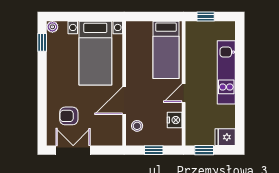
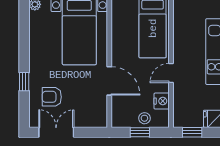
window: (42, 42) -> (24, 82), moved
door: (124, 101) -> (109, 81), swing flipped
stool: (137, 126) -> (144, 118), moved

